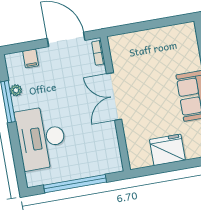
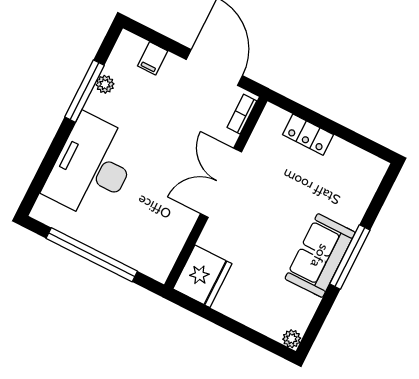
locker: (141, 38) -> (308, 135), added
fridge: (167, 150) -> (202, 276), moved, turned 90

